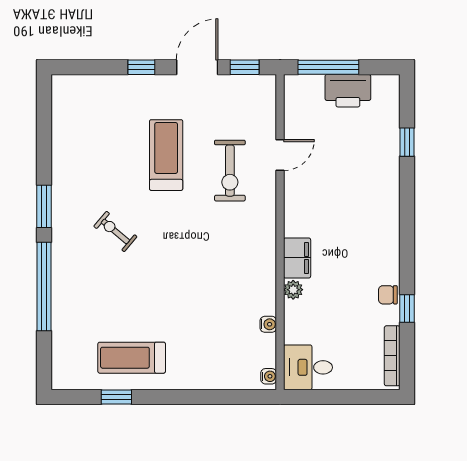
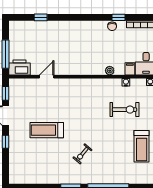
printer: (348, 91) -> (20, 67), moved, turned -90
door: (280, 155) -> (47, 77), hinge flipped
exercise bike: (230, 171) -> (125, 110), moved
filing cabinet: (297, 258) -> (130, 69), moved, width x0.50

